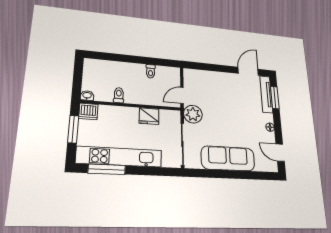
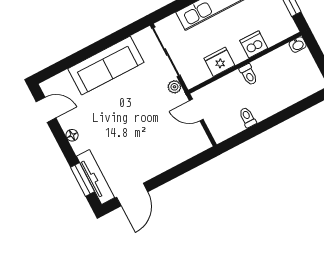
toilet: (119, 95) -> (249, 75), moved
door: (182, 95) -> (196, 110), swing flipped
dishwasher: (88, 111) -> (254, 44), moved
plant: (193, 114) -> (174, 87), width x0.53, depth x0.53

